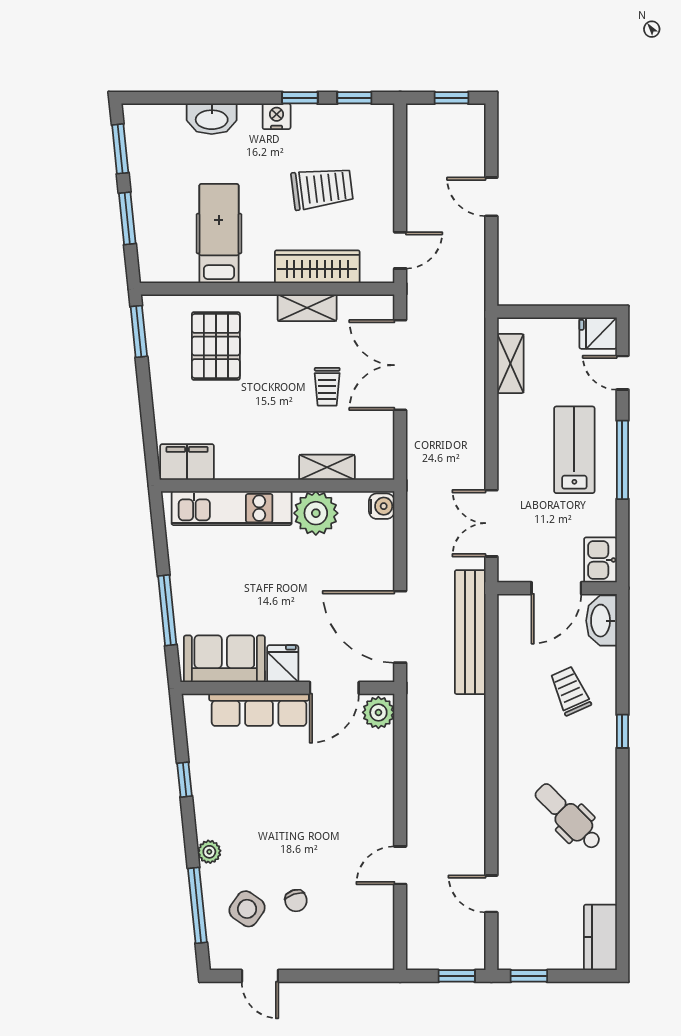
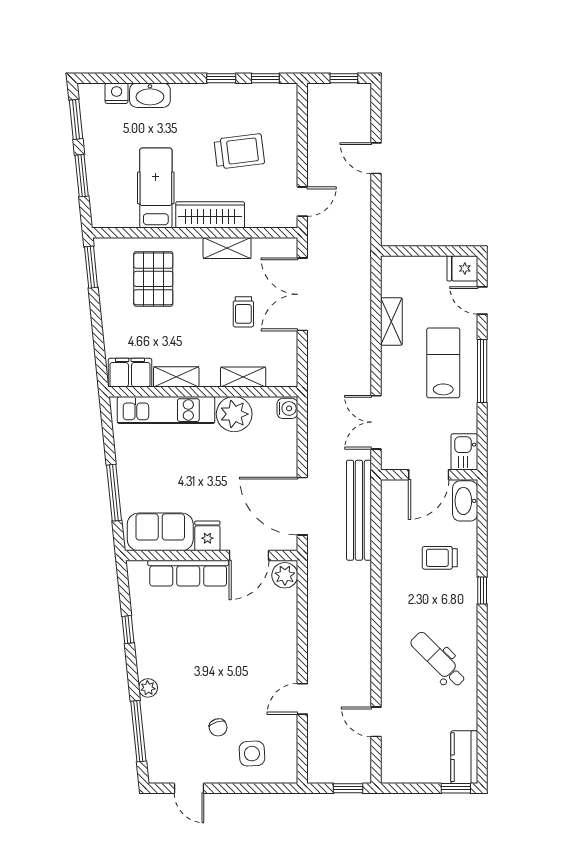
nightstand: (277, 116) -> (117, 93), moved
wardrobe: (317, 267) -> (210, 215), moved
shelving: (510, 364) -> (391, 321), moved
shelving: (244, 467) -> (176, 377), added
trolley: (570, 691) -> (440, 558), turned -66
side table: (247, 909) -> (252, 754), moved, turned -38
window: (529, 976) -> (456, 788), moved

